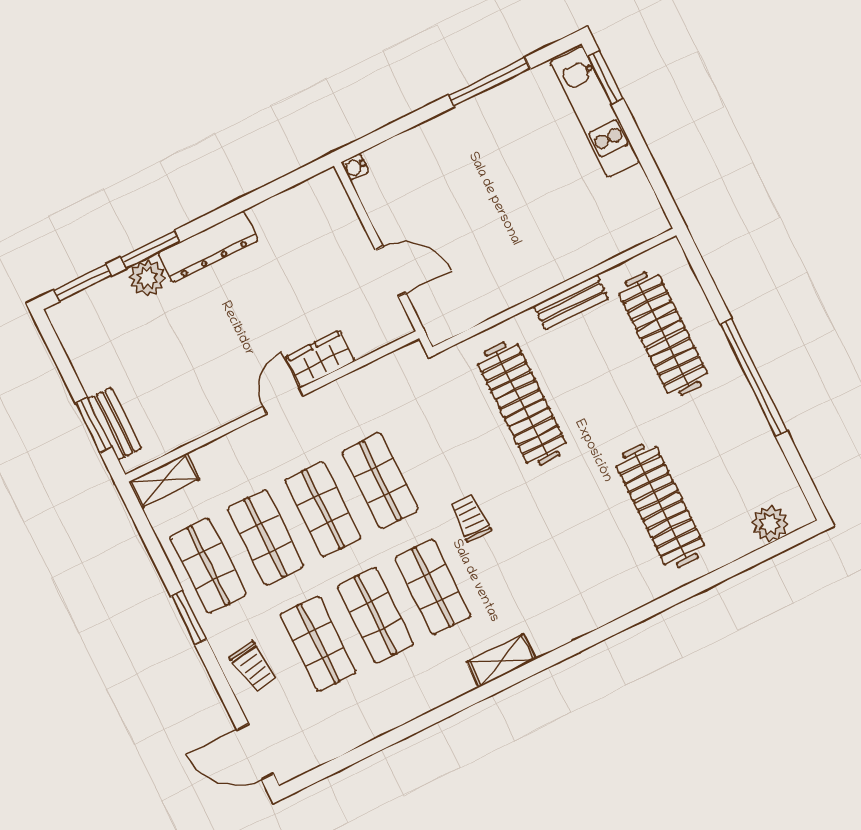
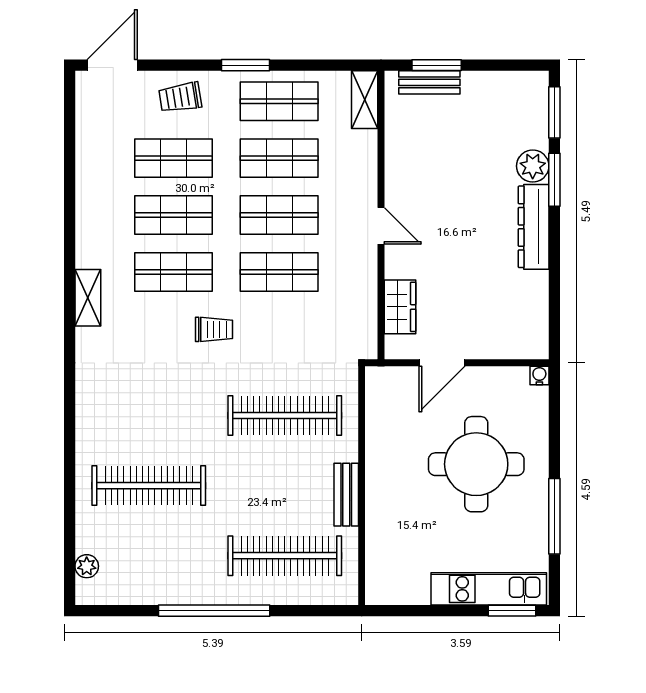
round table: (476, 187) -> (476, 464), added
wardrobe: (320, 359) -> (400, 307), moved
plant: (770, 524) -> (87, 566), width x0.73, depth x0.73

